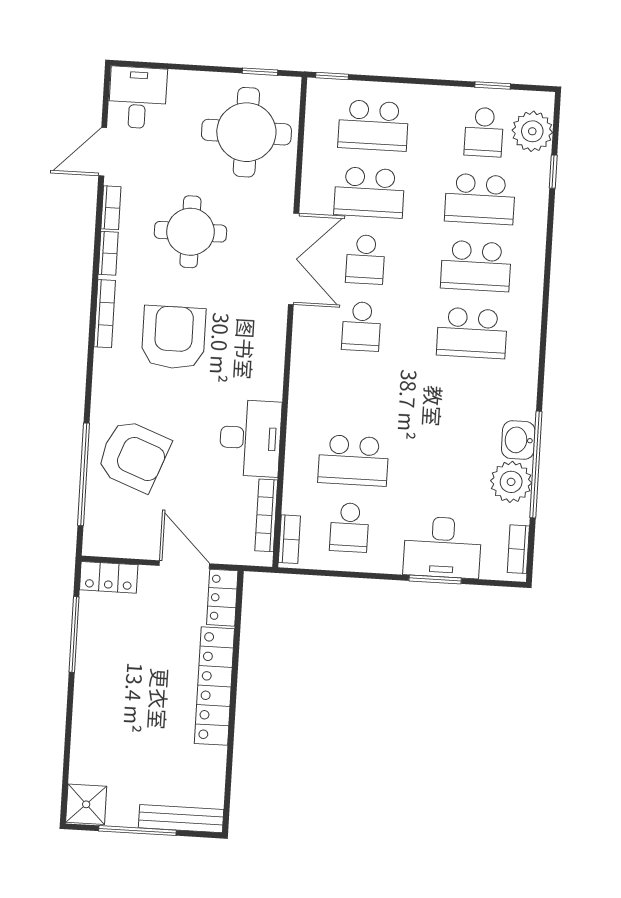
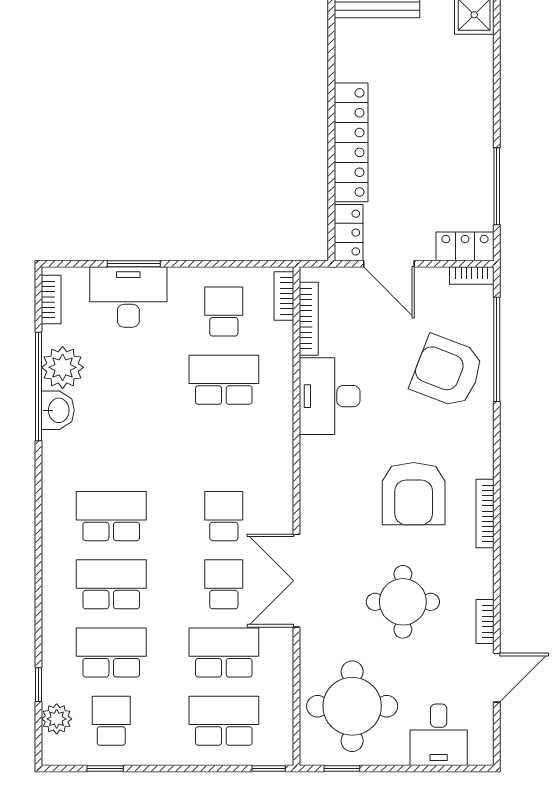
desk: (138, 98) -> (439, 735), moved
plant: (532, 131) -> (57, 719), width x0.73, depth x0.73
bookcase: (108, 253) -> (472, 276), moved, turned -90

